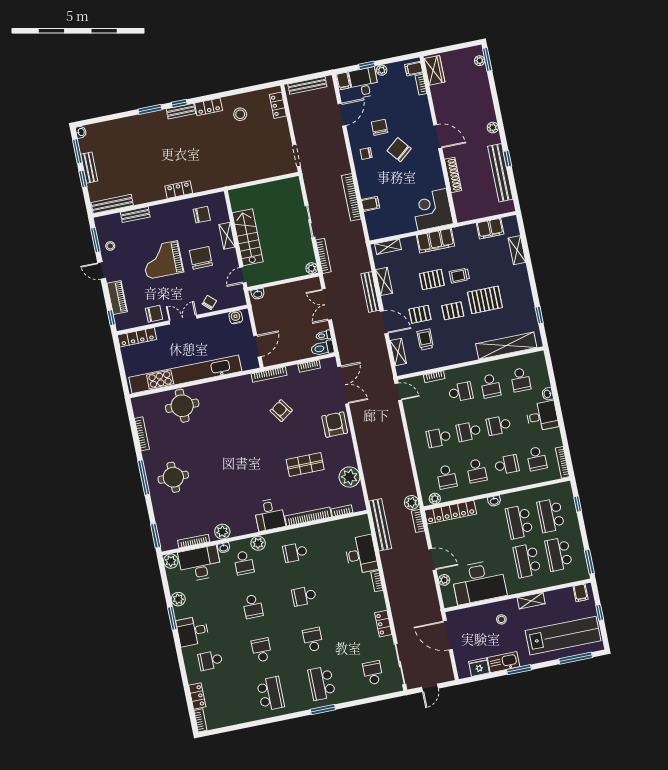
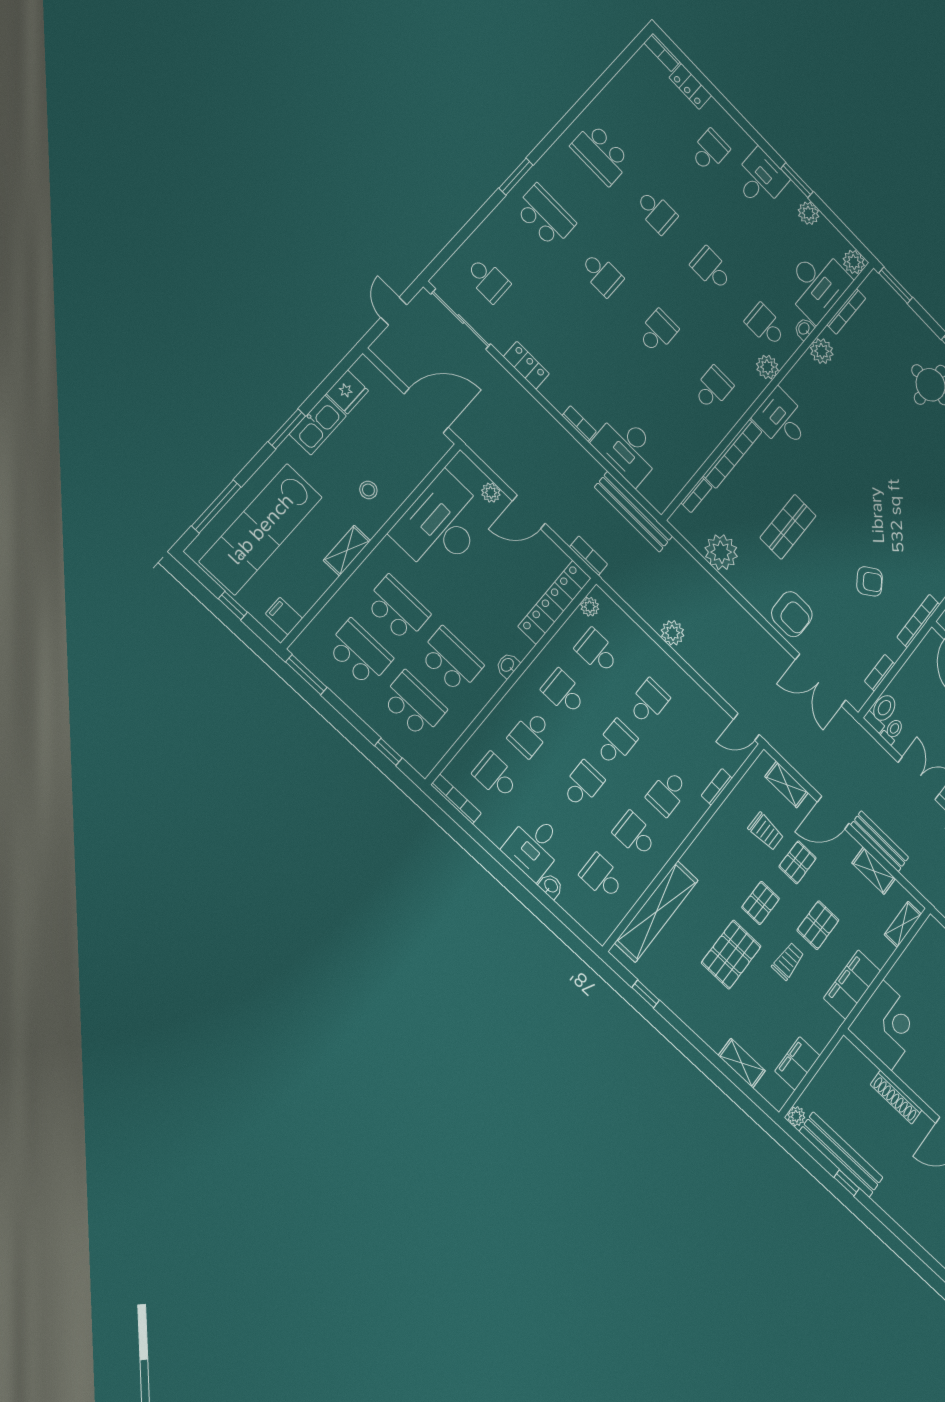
plant: (493, 128) -> (796, 1116), moved
plant: (412, 503) -> (673, 633), moved

